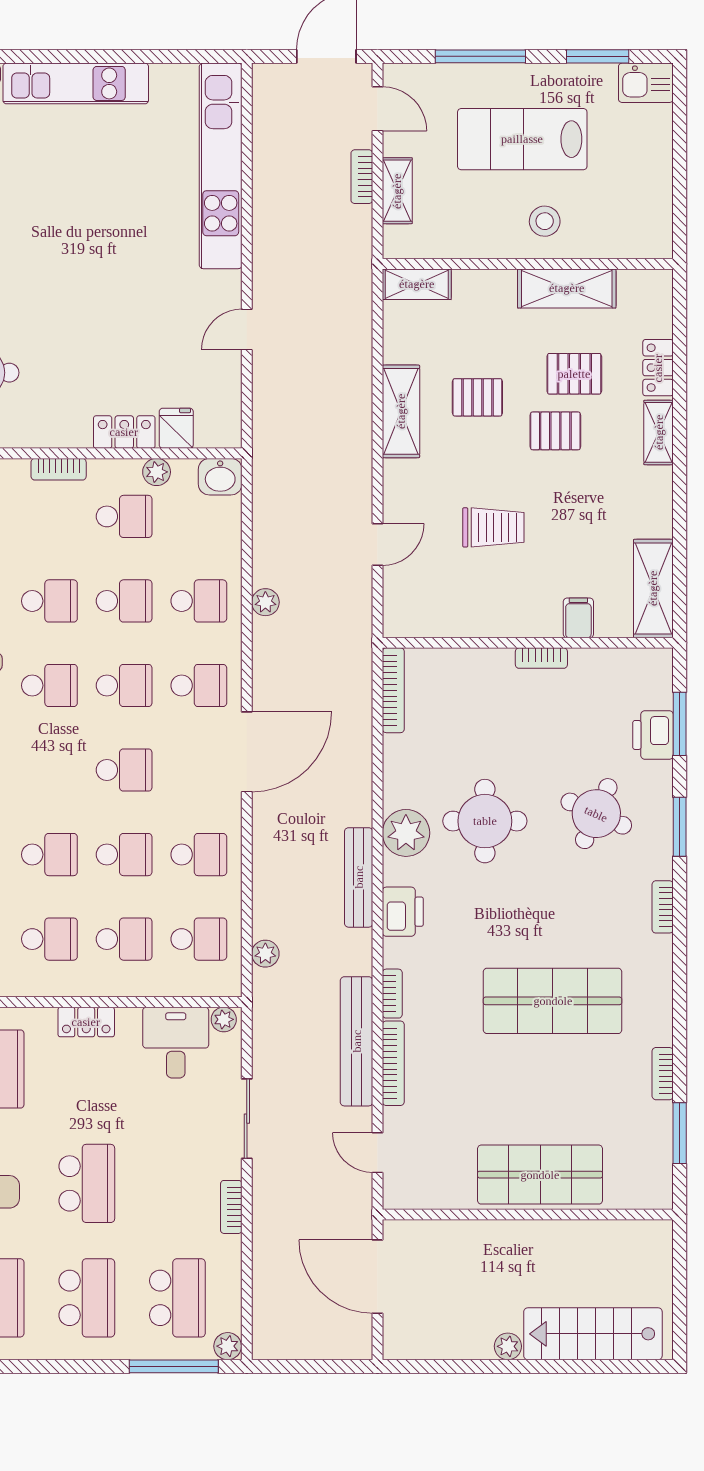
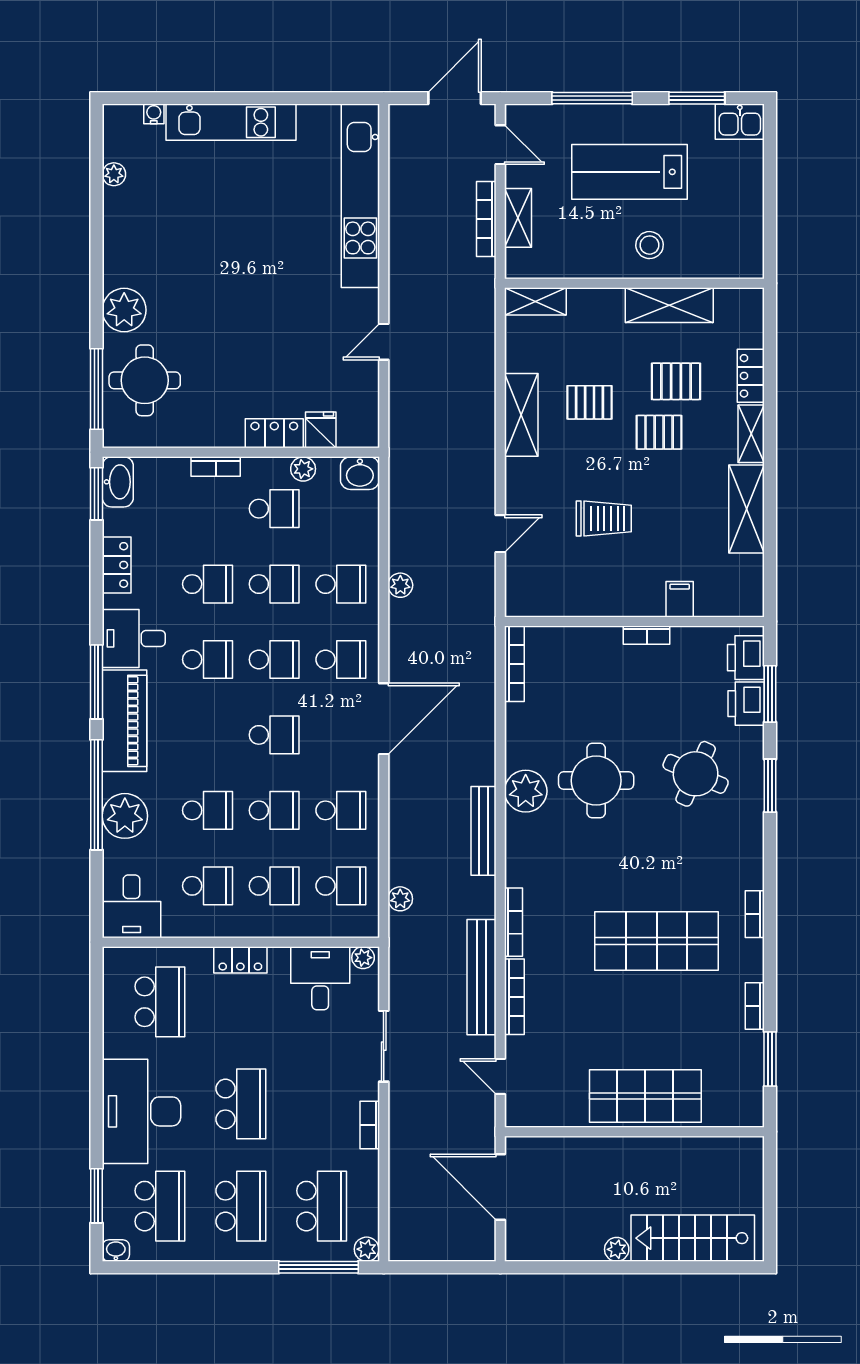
bookcase: (362, 177) -> (486, 219), width x1.56
shelving: (653, 588) -> (747, 509), moved
bookcase: (663, 907) -> (755, 914), moved
printer: (403, 912) -> (746, 658), moved, turned 180
bookcase: (392, 994) -> (513, 922), width x1.56

